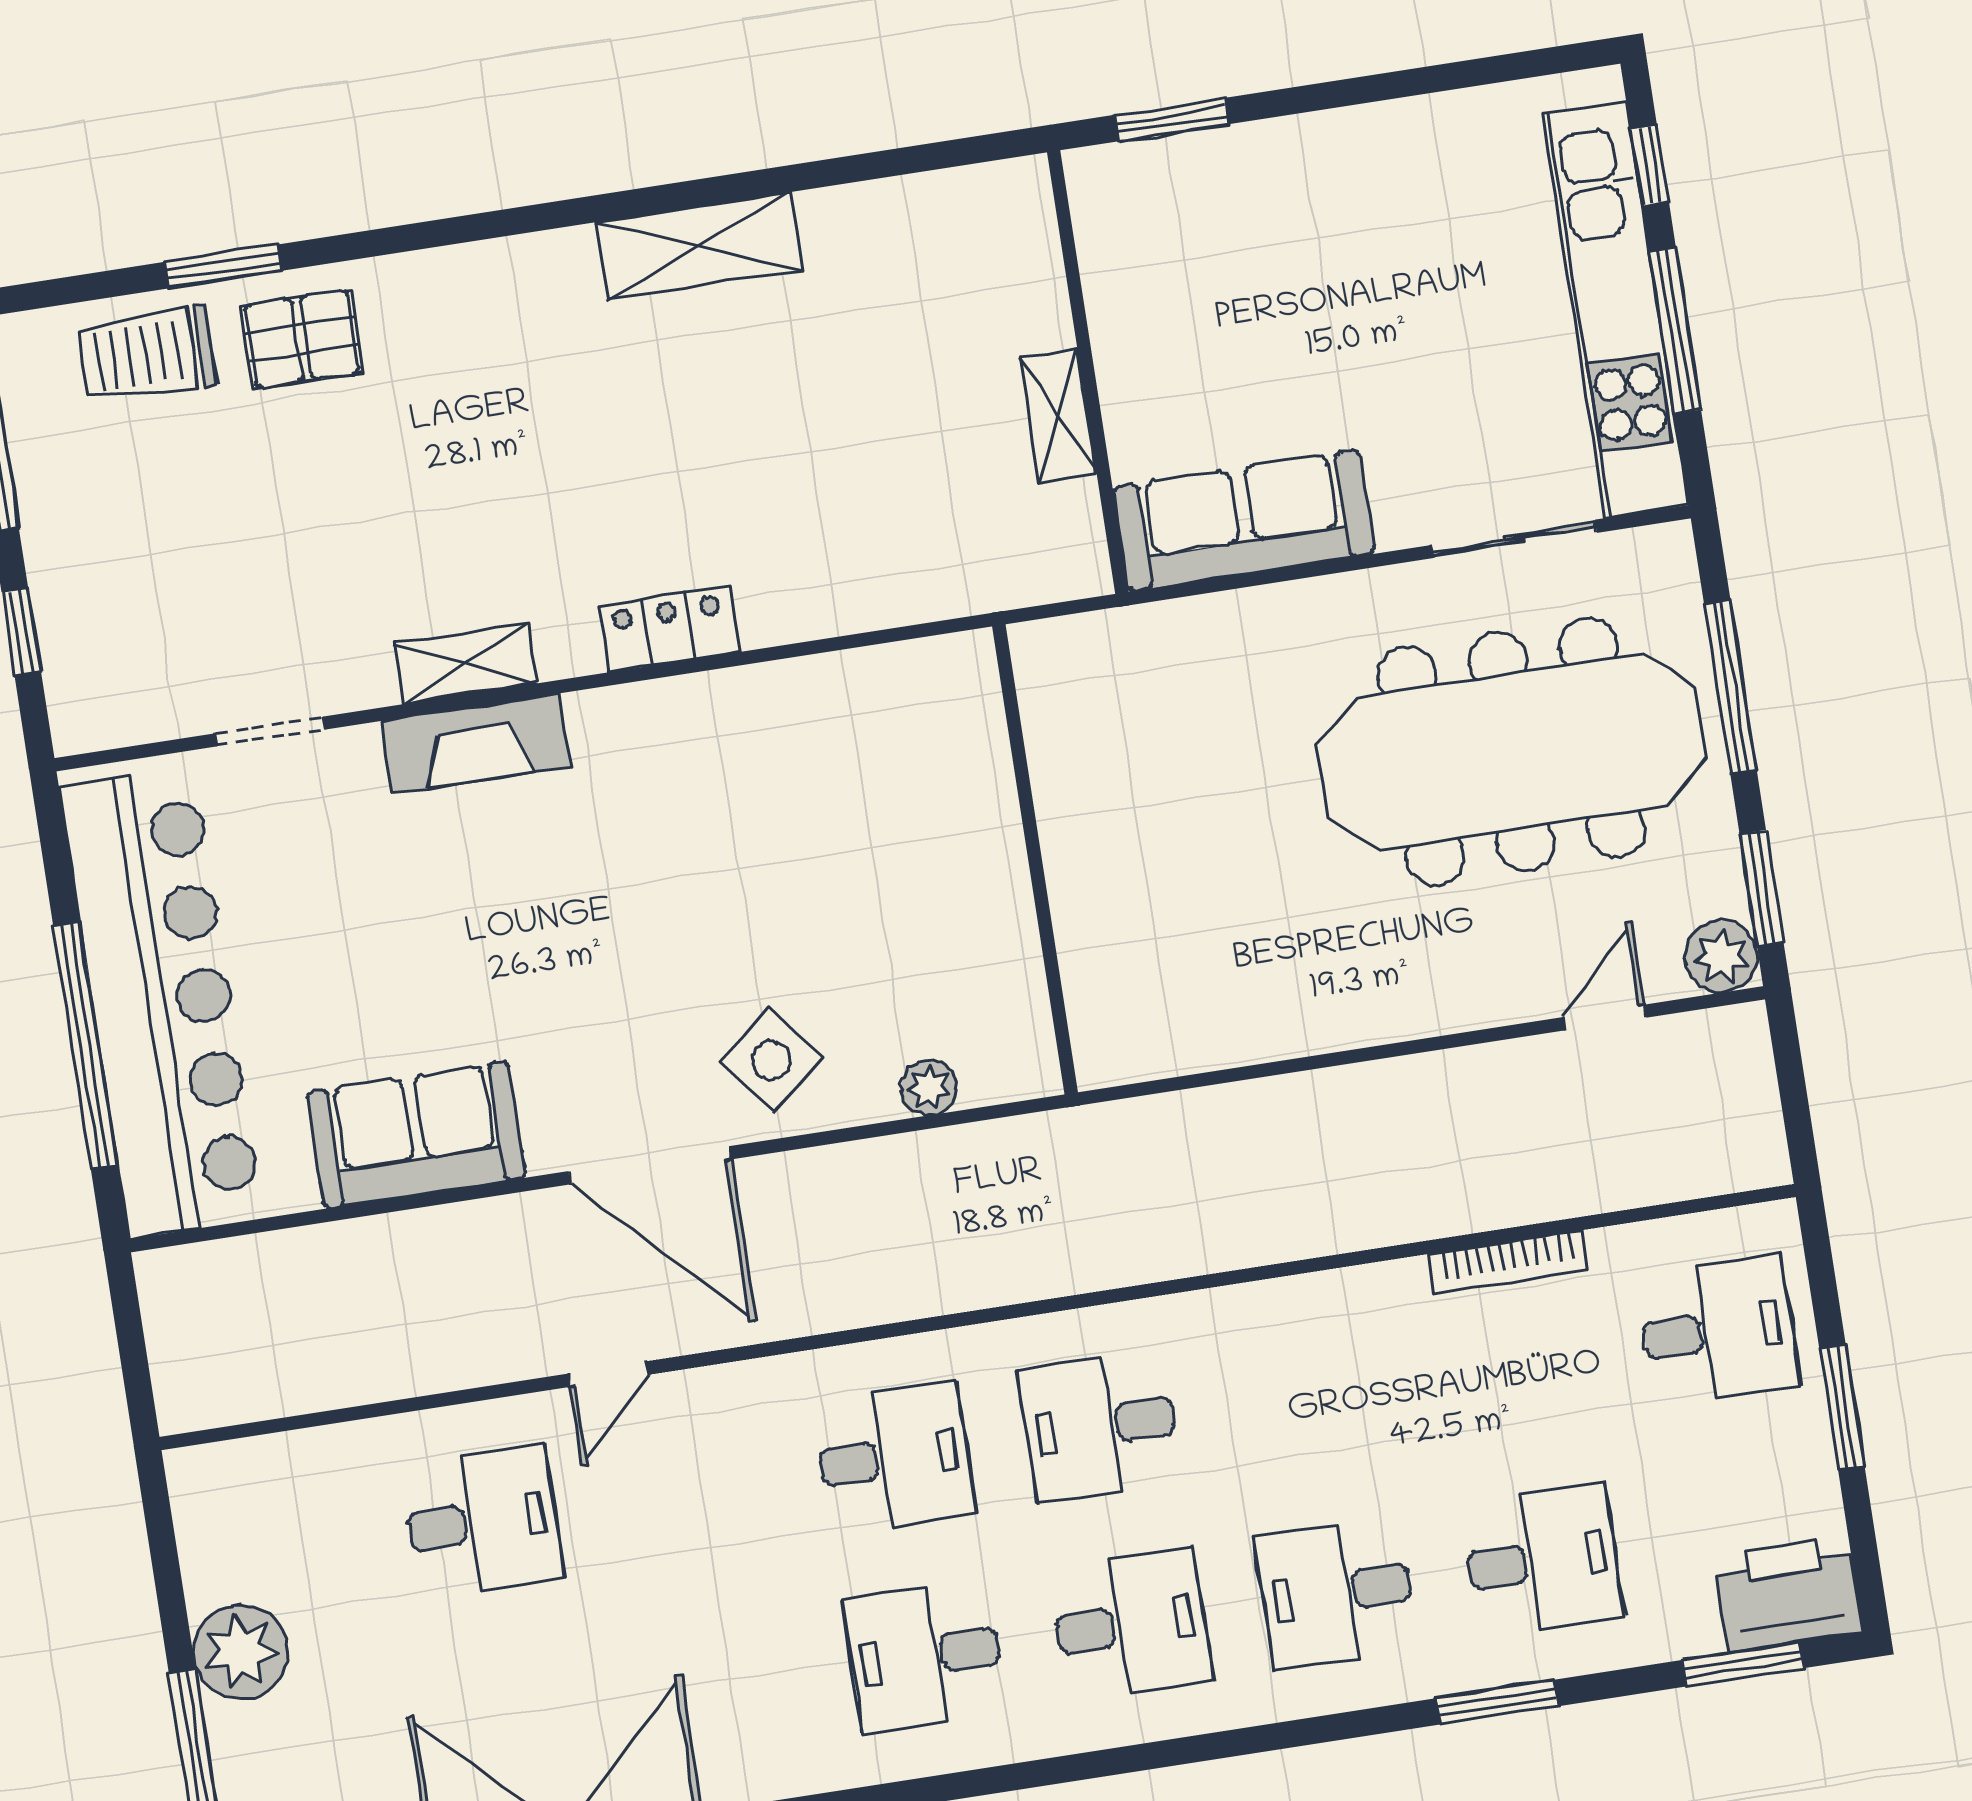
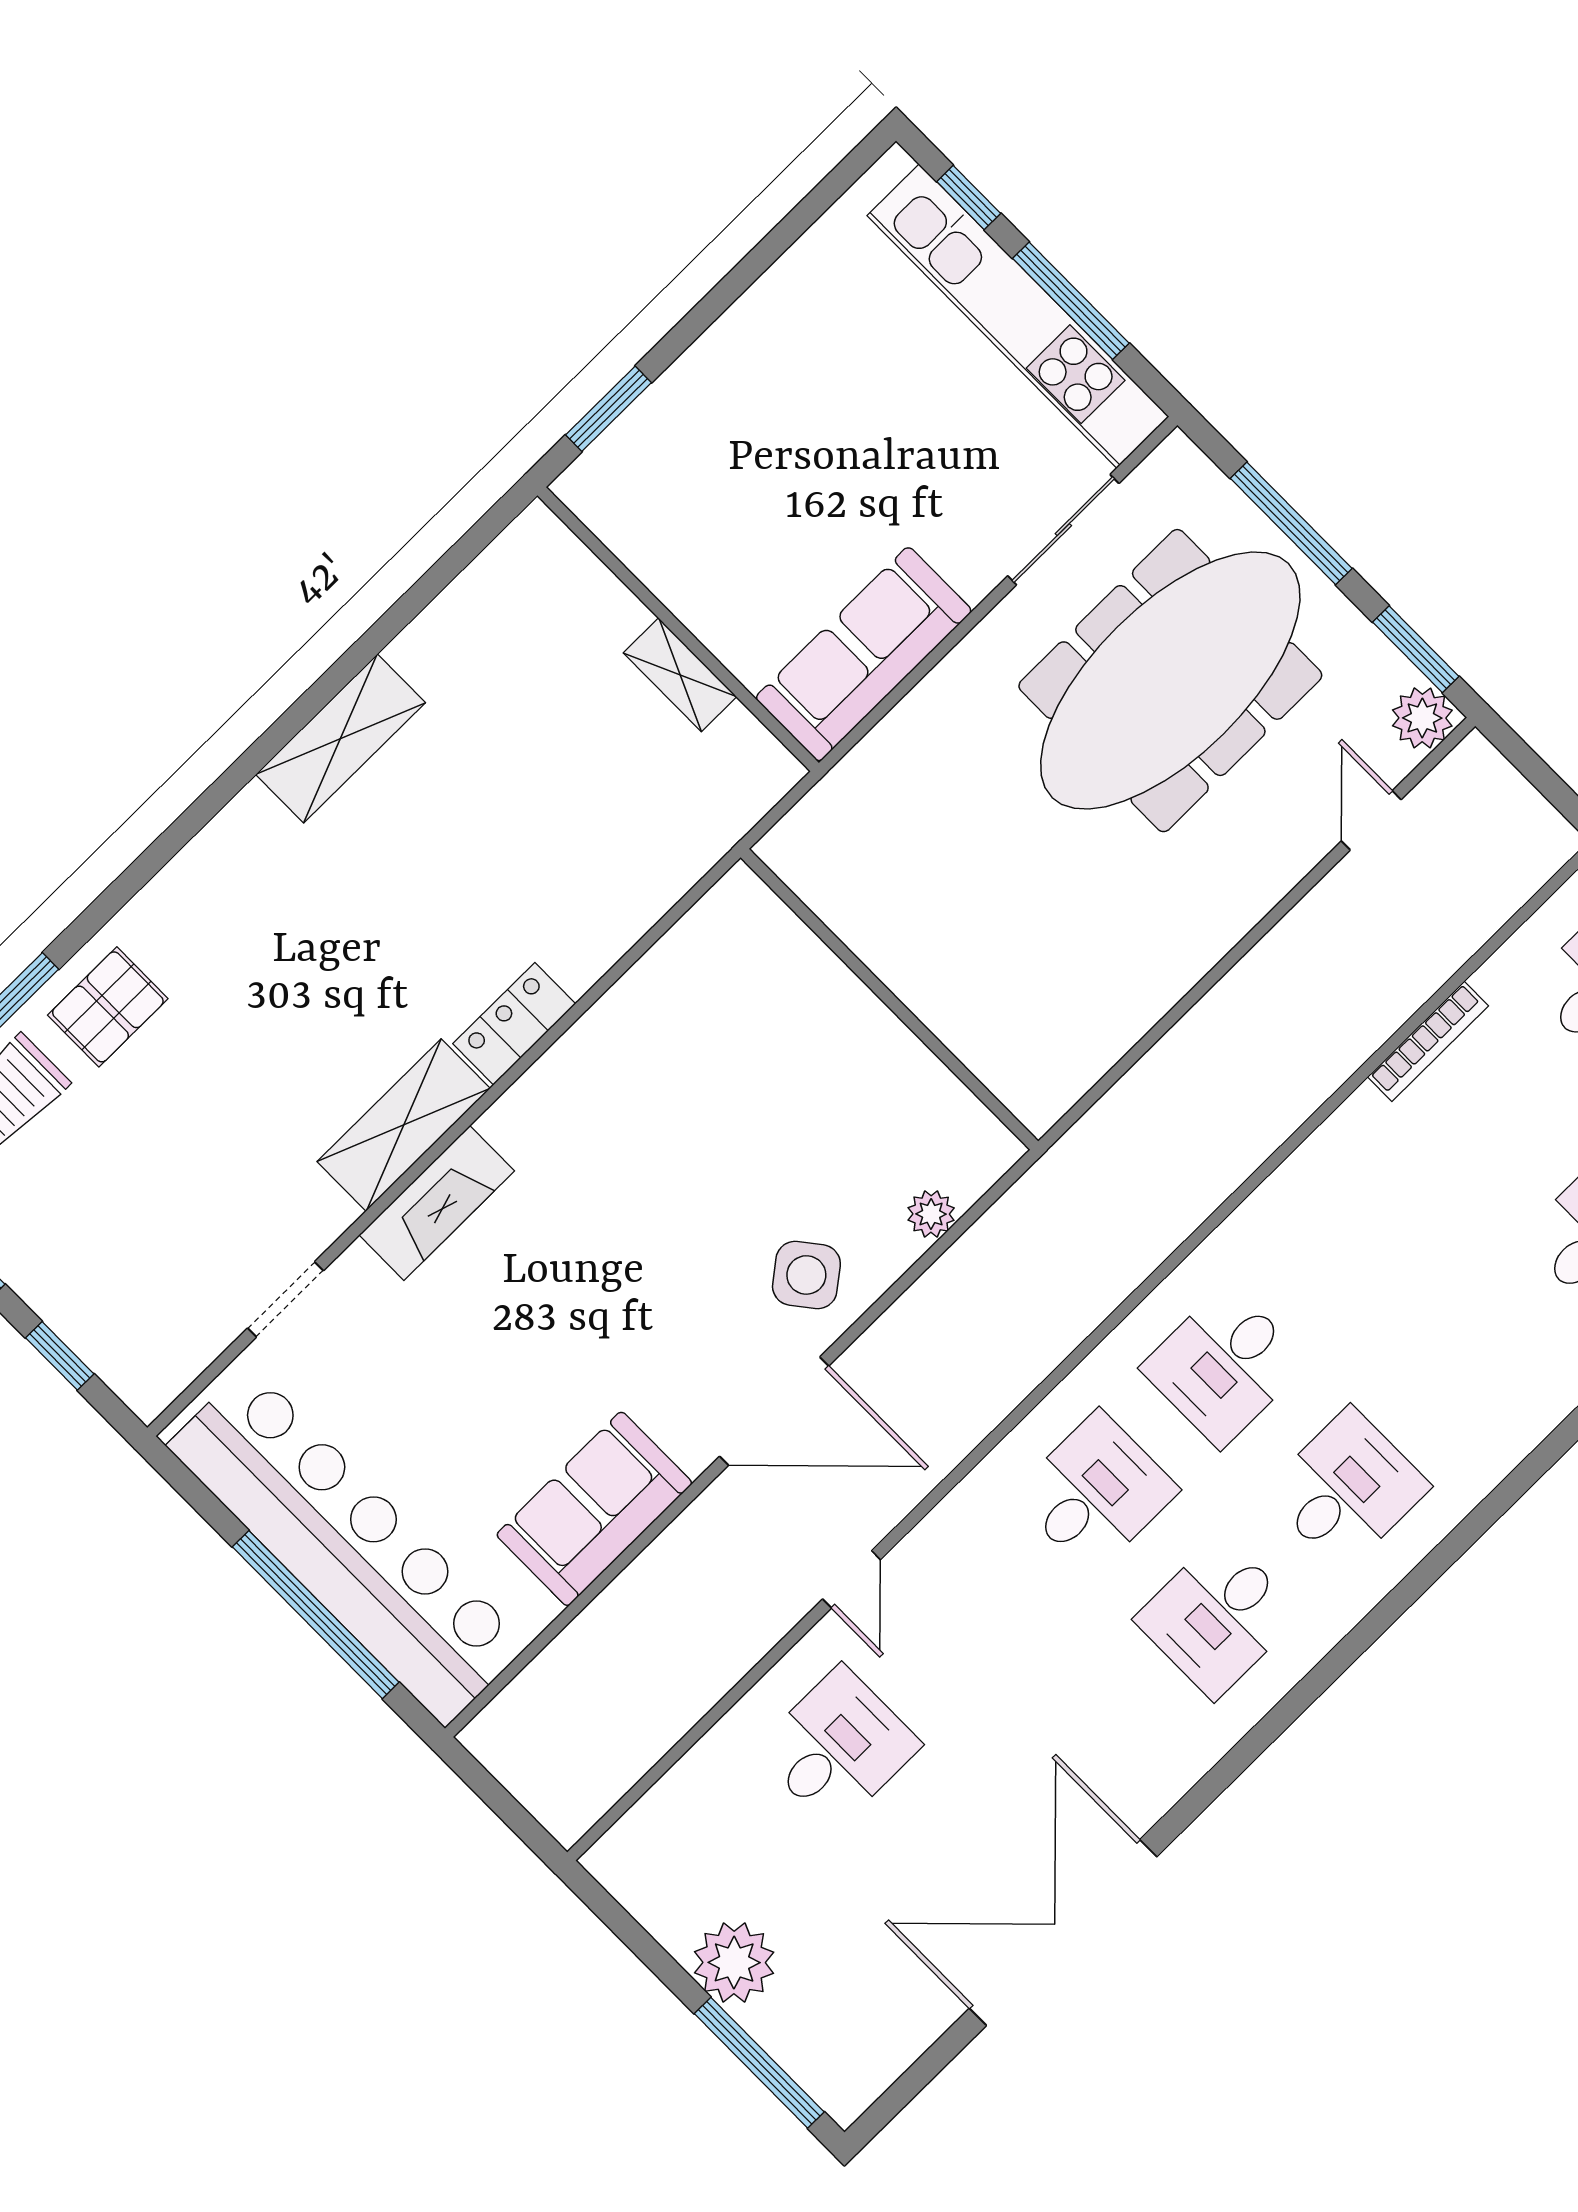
shelving: (466, 664) -> (404, 1125), width x1.50, depth x1.33
desk: (1337, 1592) -> (1475, 1362), removed

